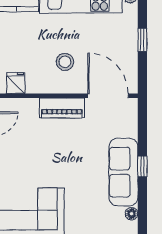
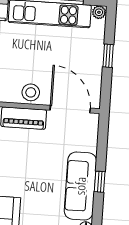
stool: (65, 62) -> (31, 92), moved

